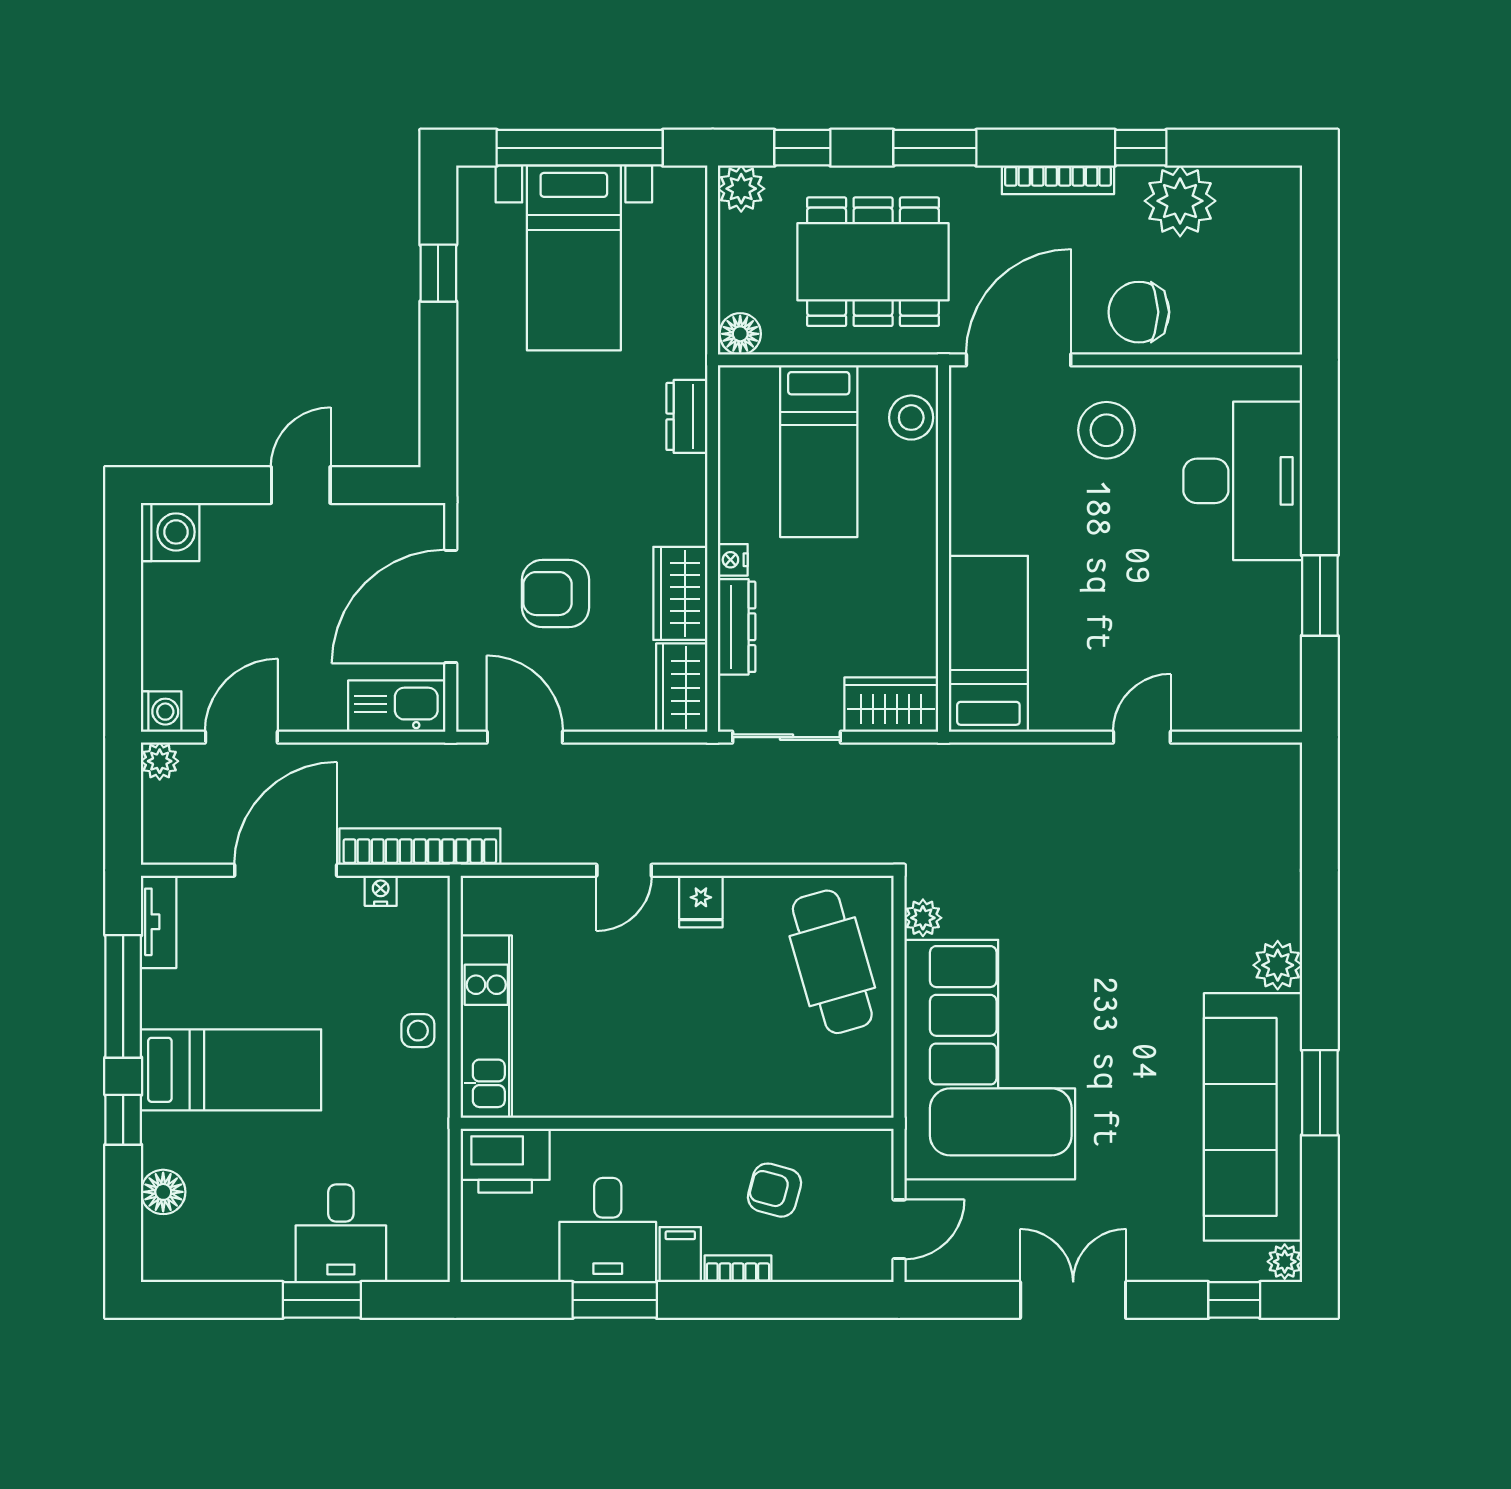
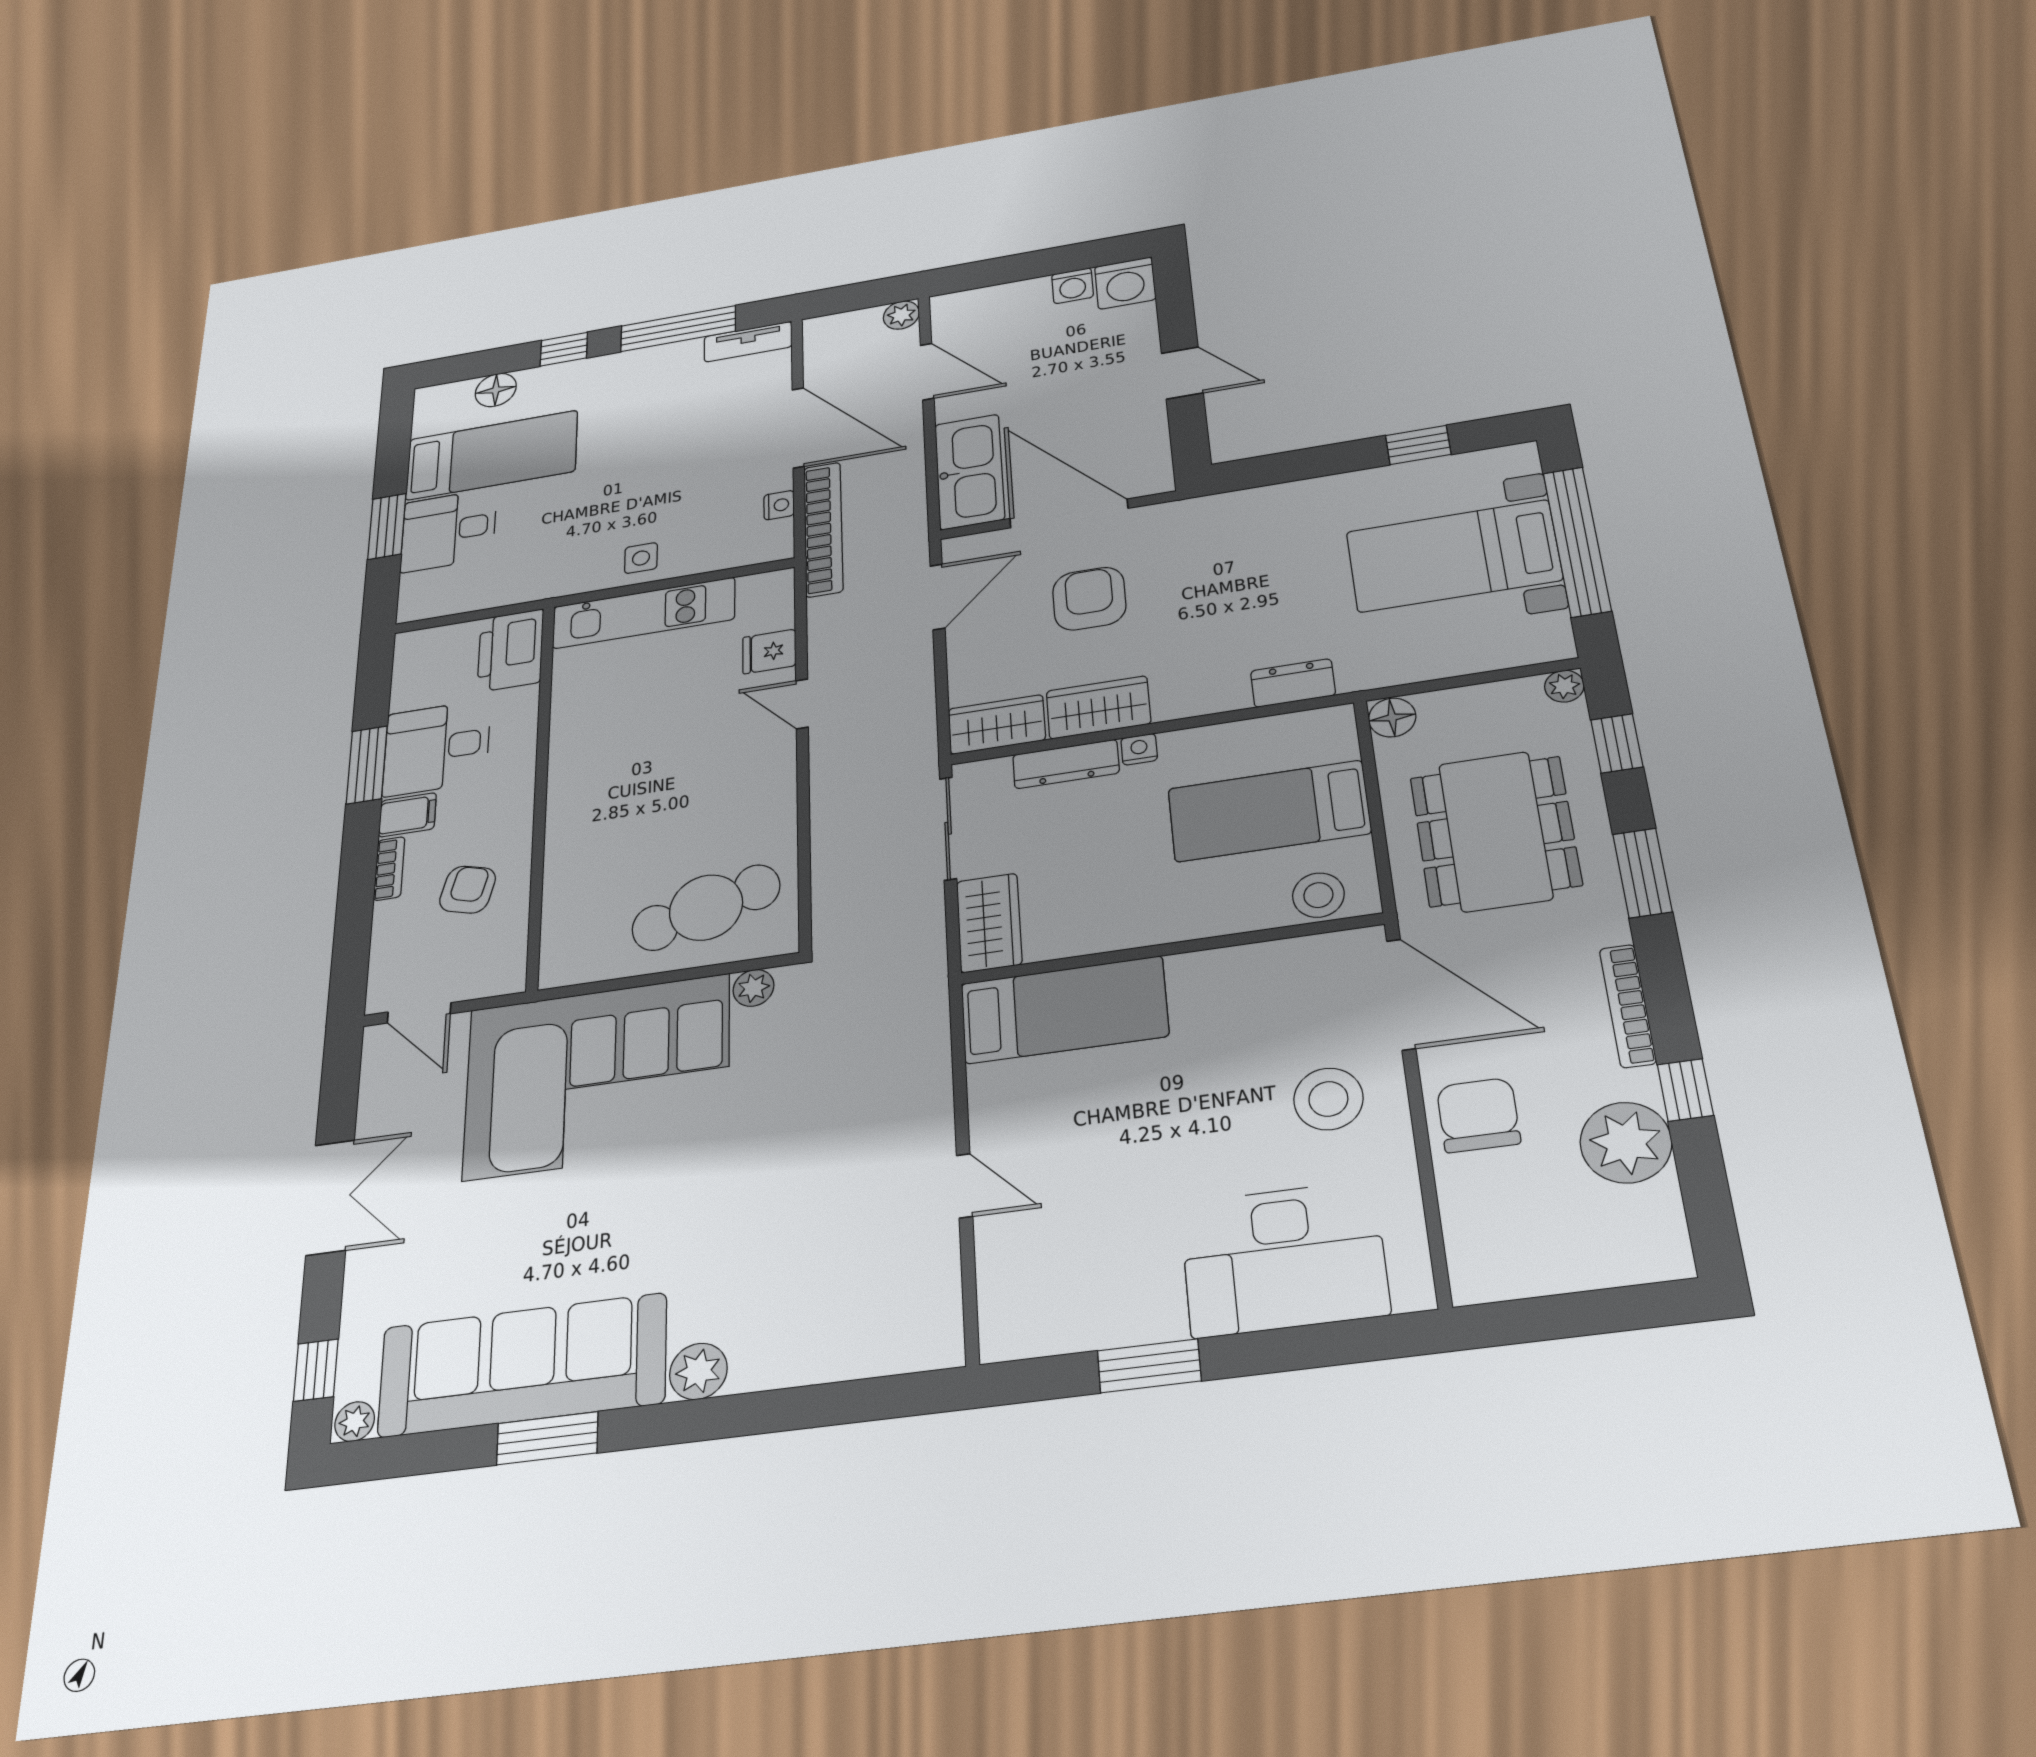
plant: (741, 189) -> (1564, 686), width x0.73, depth x0.73
kitchen sink: (397, 706) -> (970, 472), width x1.36, depth x1.24
washing machine: (161, 712) -> (1072, 286), moved
fridge: (701, 901) -> (769, 652), moved
bed: (231, 1070) -> (492, 455), moved, turned -90

